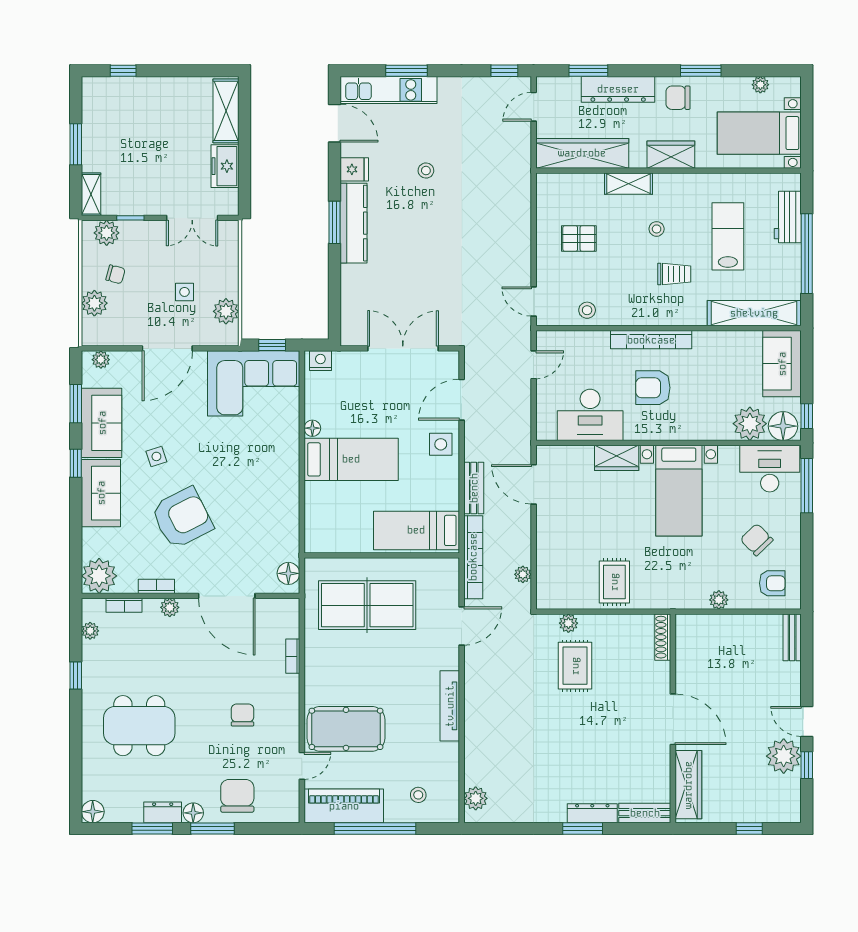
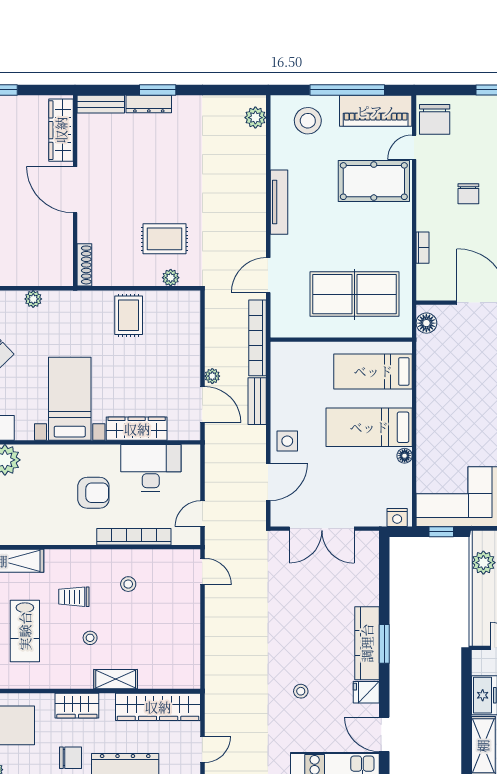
pallet: (579, 239) -> (161, 629), removed
stool: (587, 310) -> (128, 584), moved
bookcase: (651, 340) -> (134, 537), moved
wardrobe: (617, 458) -> (137, 429), width x1.50
bed: (416, 530) -> (373, 371), moved, turned 180
plant: (523, 574) -> (212, 376), moved
rug: (575, 666) -> (165, 239), turned 90
stool: (418, 795) -> (308, 121), width x1.89, depth x1.89
chair: (237, 796) -> (435, 119), moved

